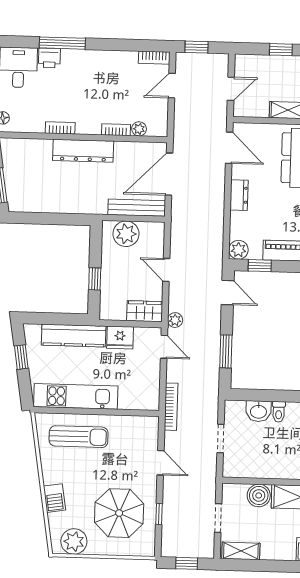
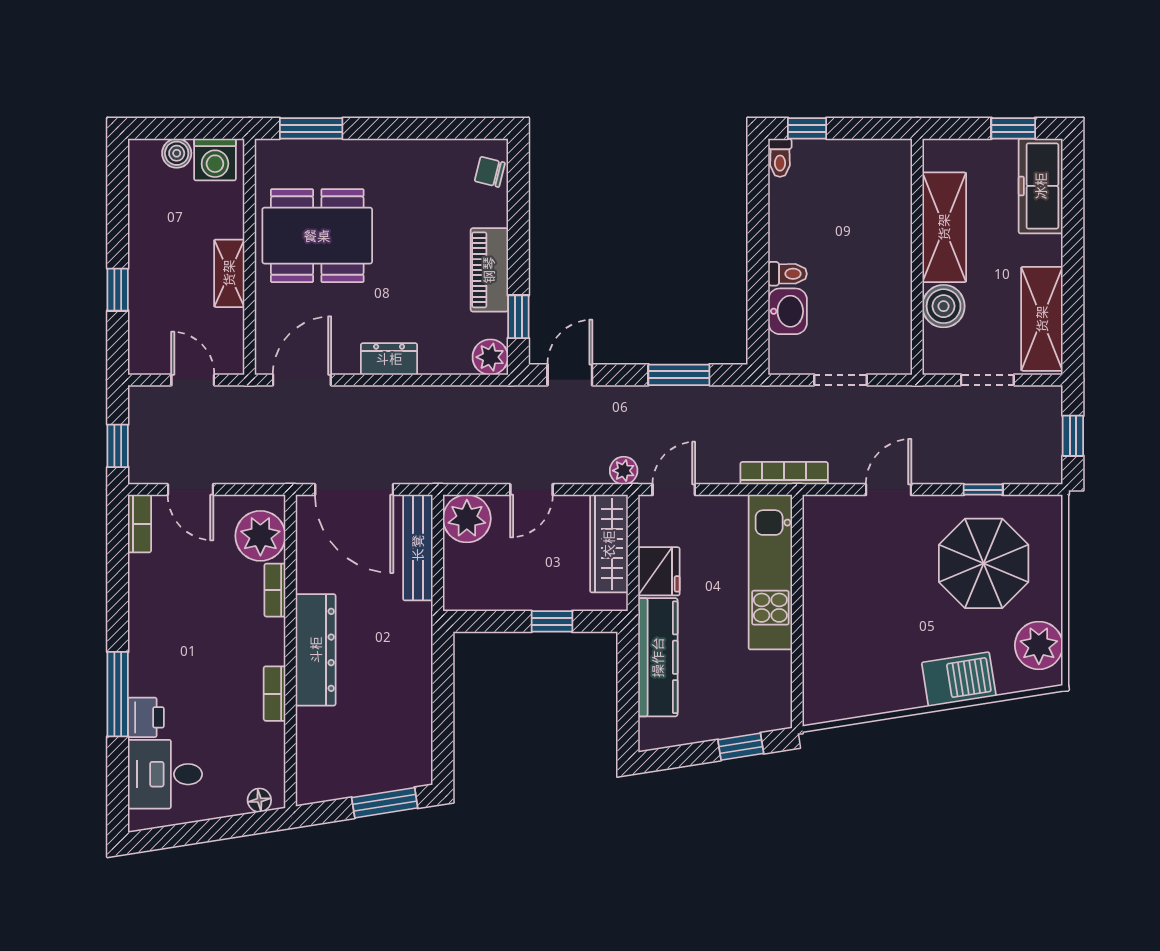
plant: (139, 129) -> (260, 536), width x1.87, depth x1.87
plant: (126, 234) -> (467, 519), moved
wardrobe: (145, 311) -> (609, 544), width x1.50
window: (21, 357) -> (741, 747), moved
kitchen unit: (76, 396) -> (770, 572), moved
sun lounger: (79, 437) -> (845, 642), removed
barbecue: (54, 498) -> (959, 679), width x1.38, depth x1.27
shelving: (241, 551) -> (1042, 319), width x1.50, depth x1.33

